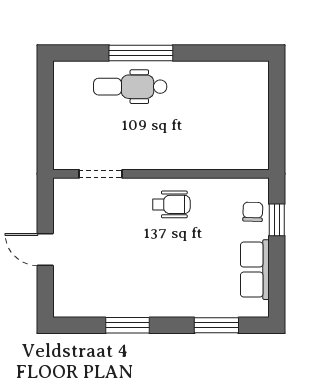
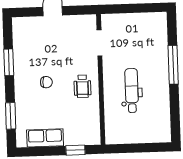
dental chair: (130, 87) -> (132, 91), moved
chair: (253, 212) -> (46, 82), moved

